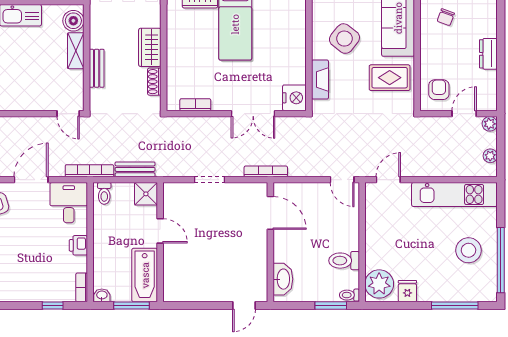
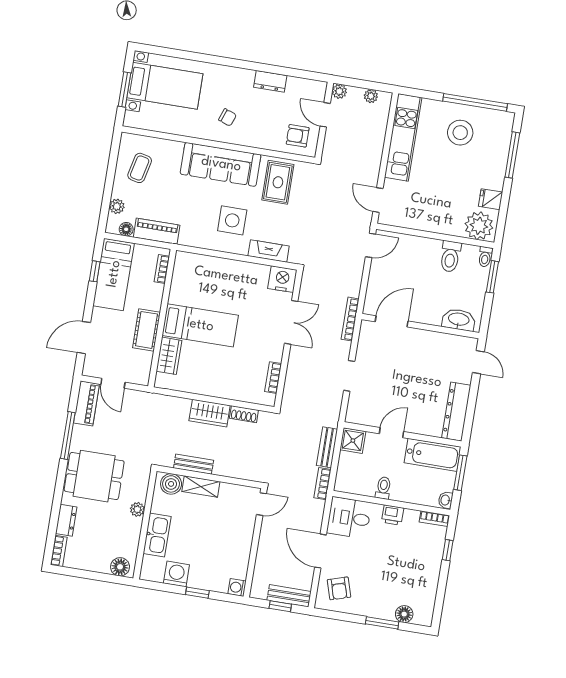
side table: (344, 39) -> (232, 220), turned -38
bench: (97, 68) -> (194, 464), moved
bookcase: (89, 171) -> (322, 484), width x0.64
toilet: (104, 193) -> (383, 488), moved, turned -90
dresser: (191, 292) -> (456, 412), added

